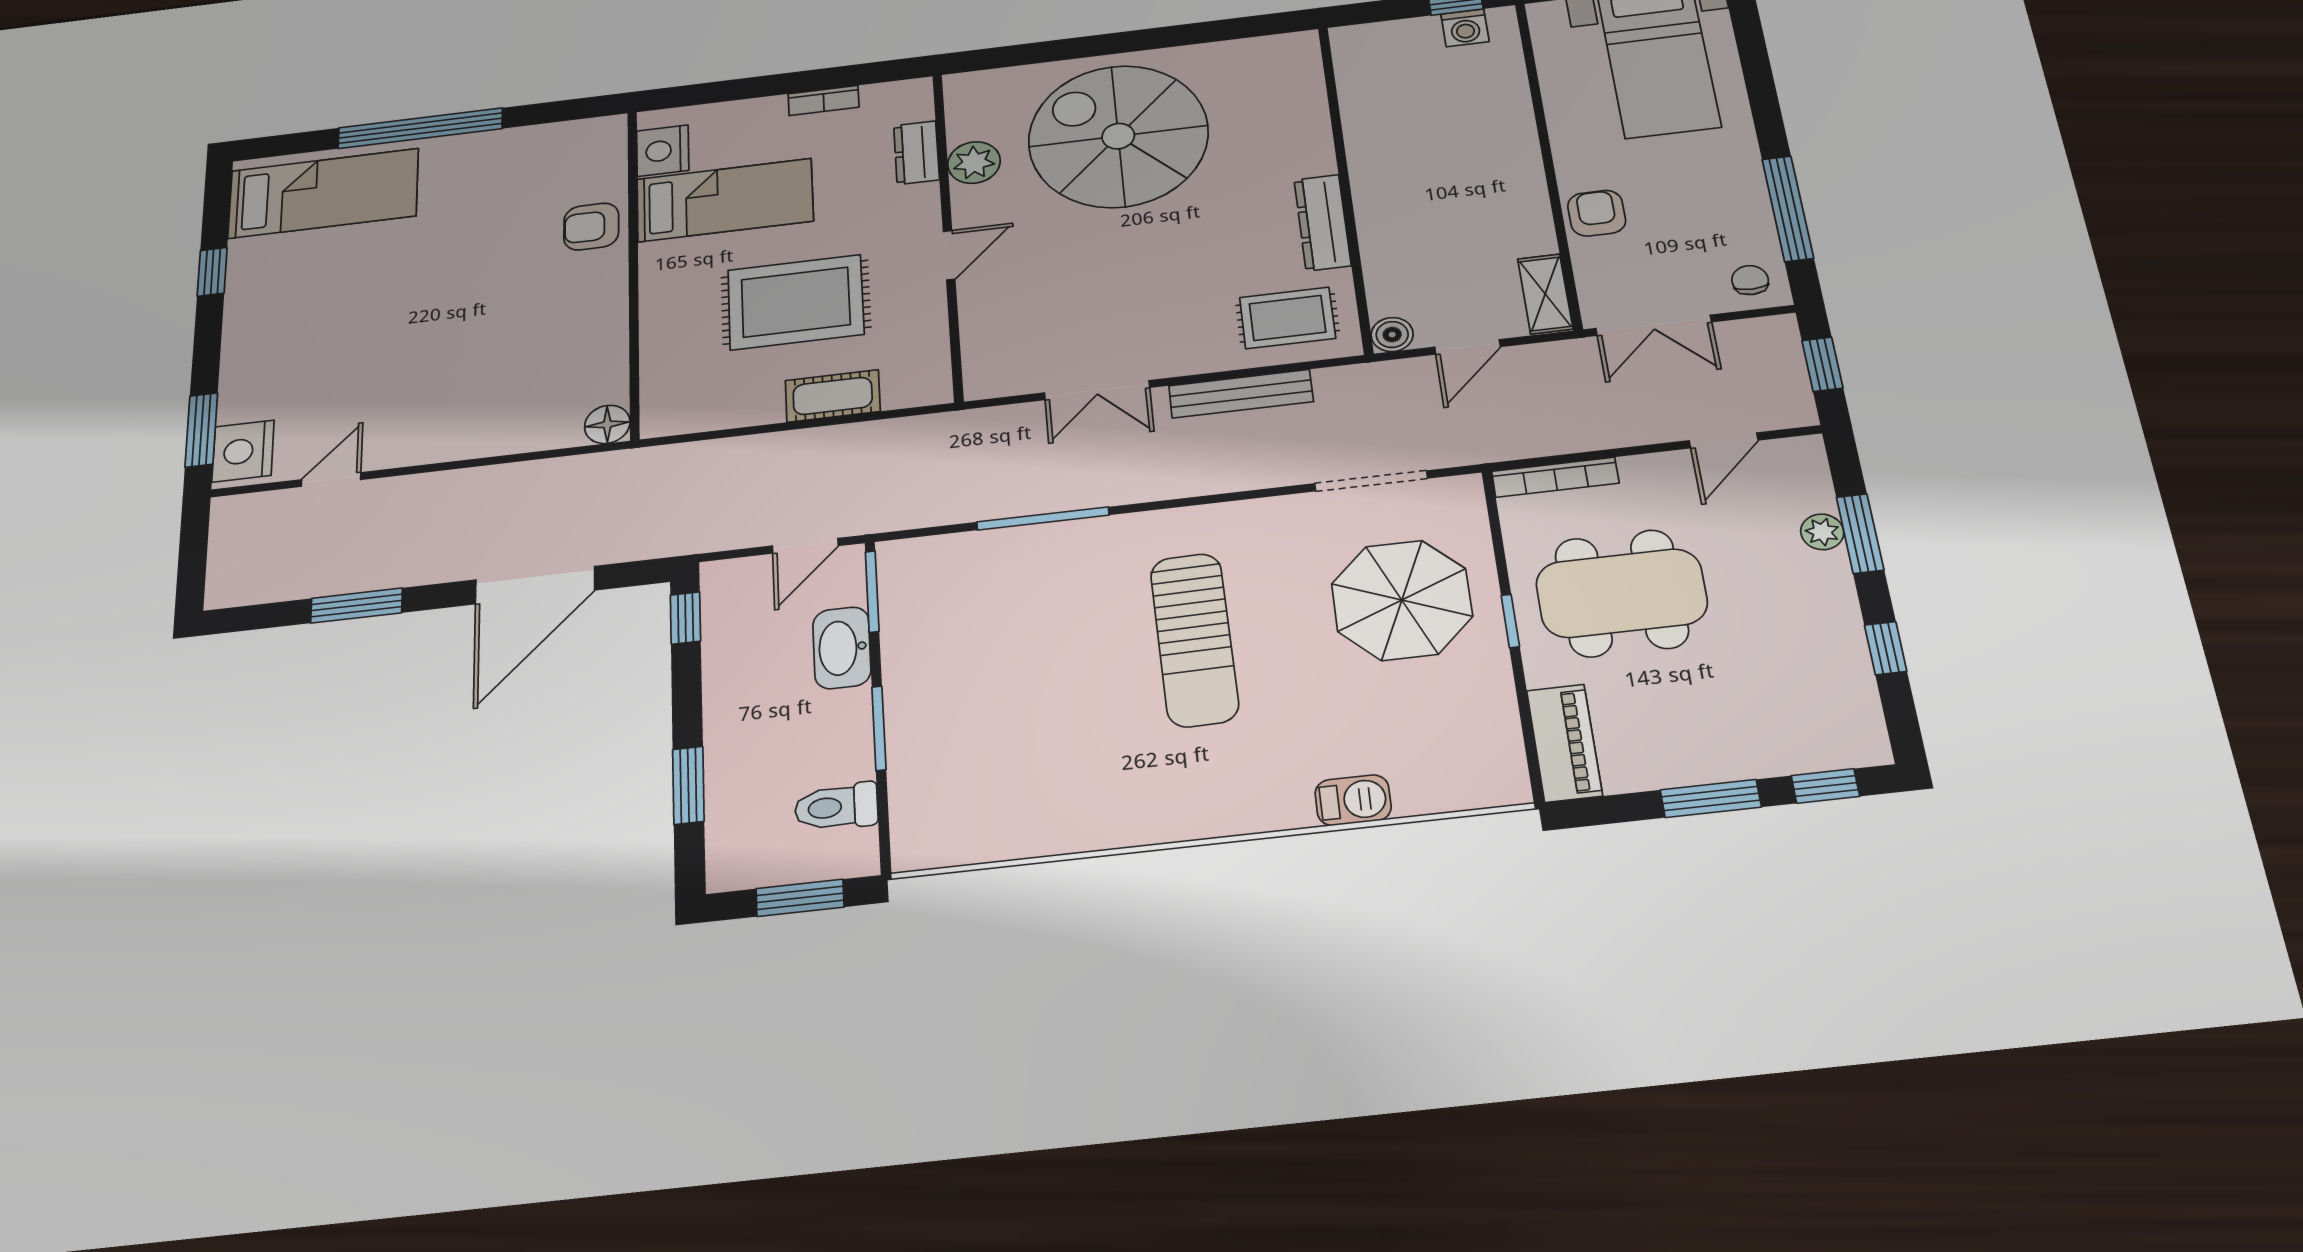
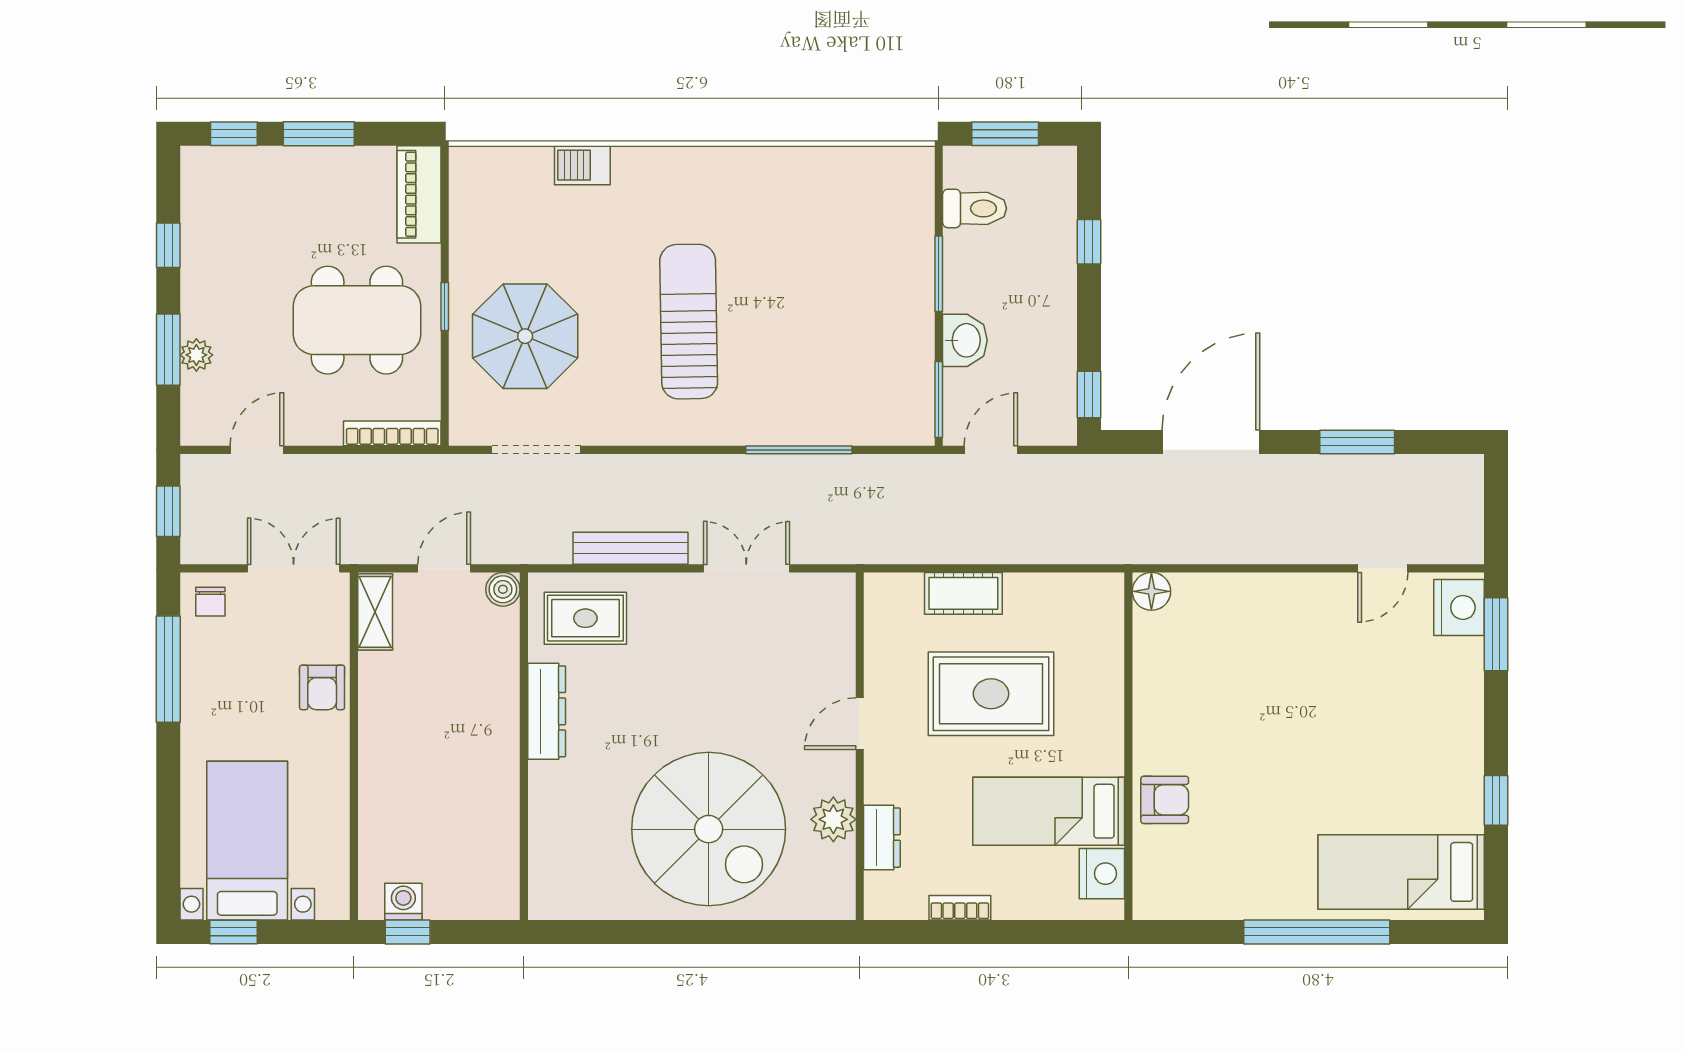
washbasin: (842, 648) -> (965, 340), width x0.72
window: (688, 785) -> (1089, 242), width x0.67

